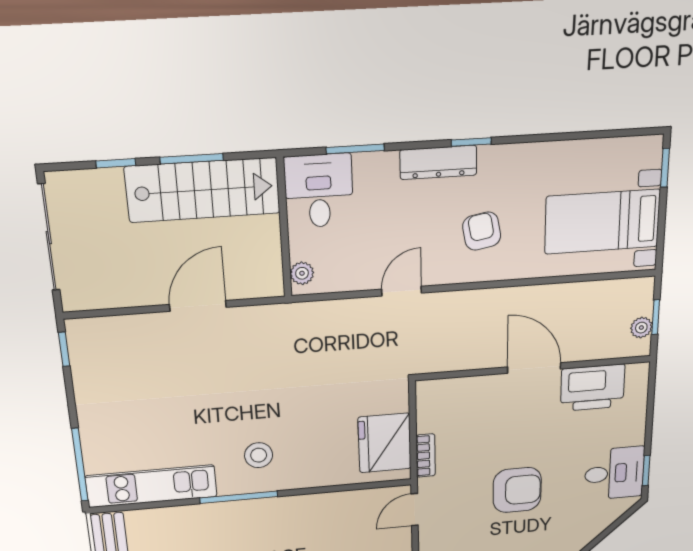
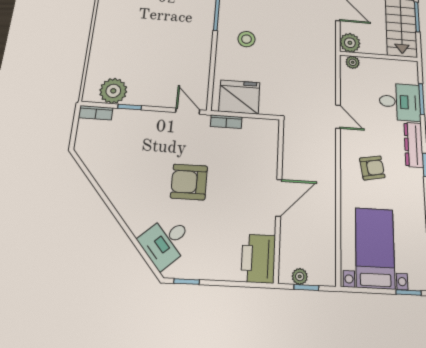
desk: (319, 191) -> (400, 102), moved
plant: (265, 280) -> (350, 43), added
printer: (593, 388) -> (258, 258), moved
stool: (259, 455) -> (246, 39), moved
desk: (614, 473) -> (166, 241), moved, turned 49
armchair: (517, 490) -> (189, 182), turned 90

